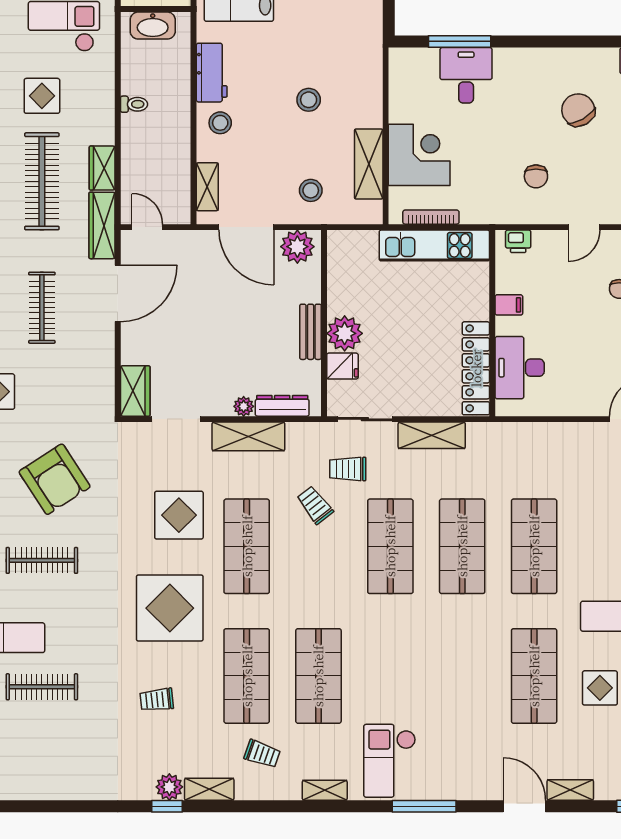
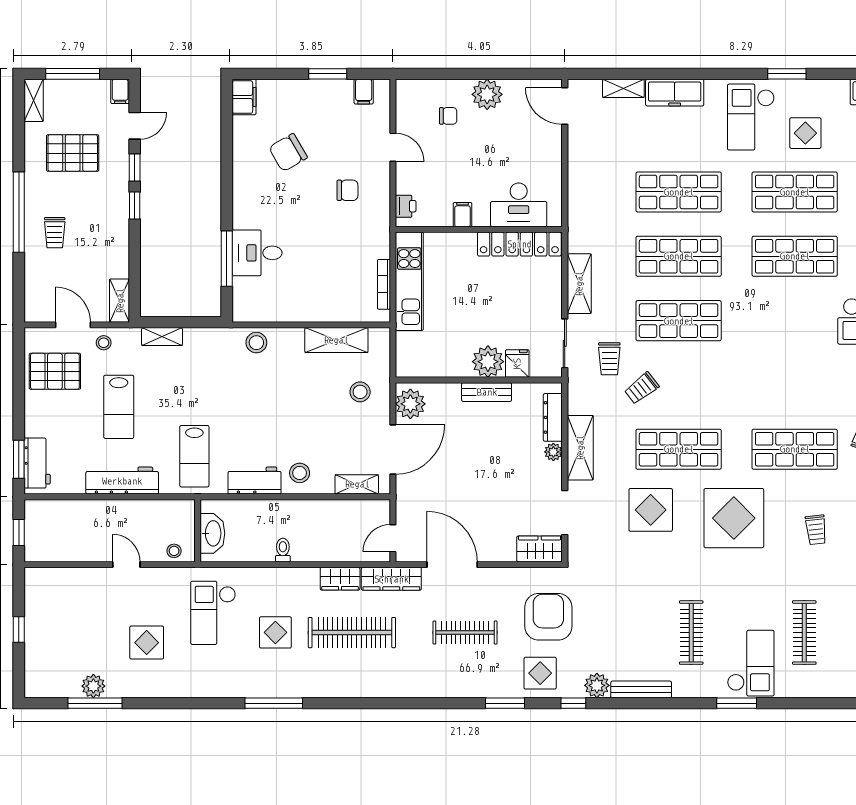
stool: (309, 100) -> (256, 343), moved
corner desk: (419, 155) -> (328, 295), removed
armchair: (55, 479) -> (548, 617), moved, turned -57
shop shelf: (318, 676) -> (795, 256), moved

